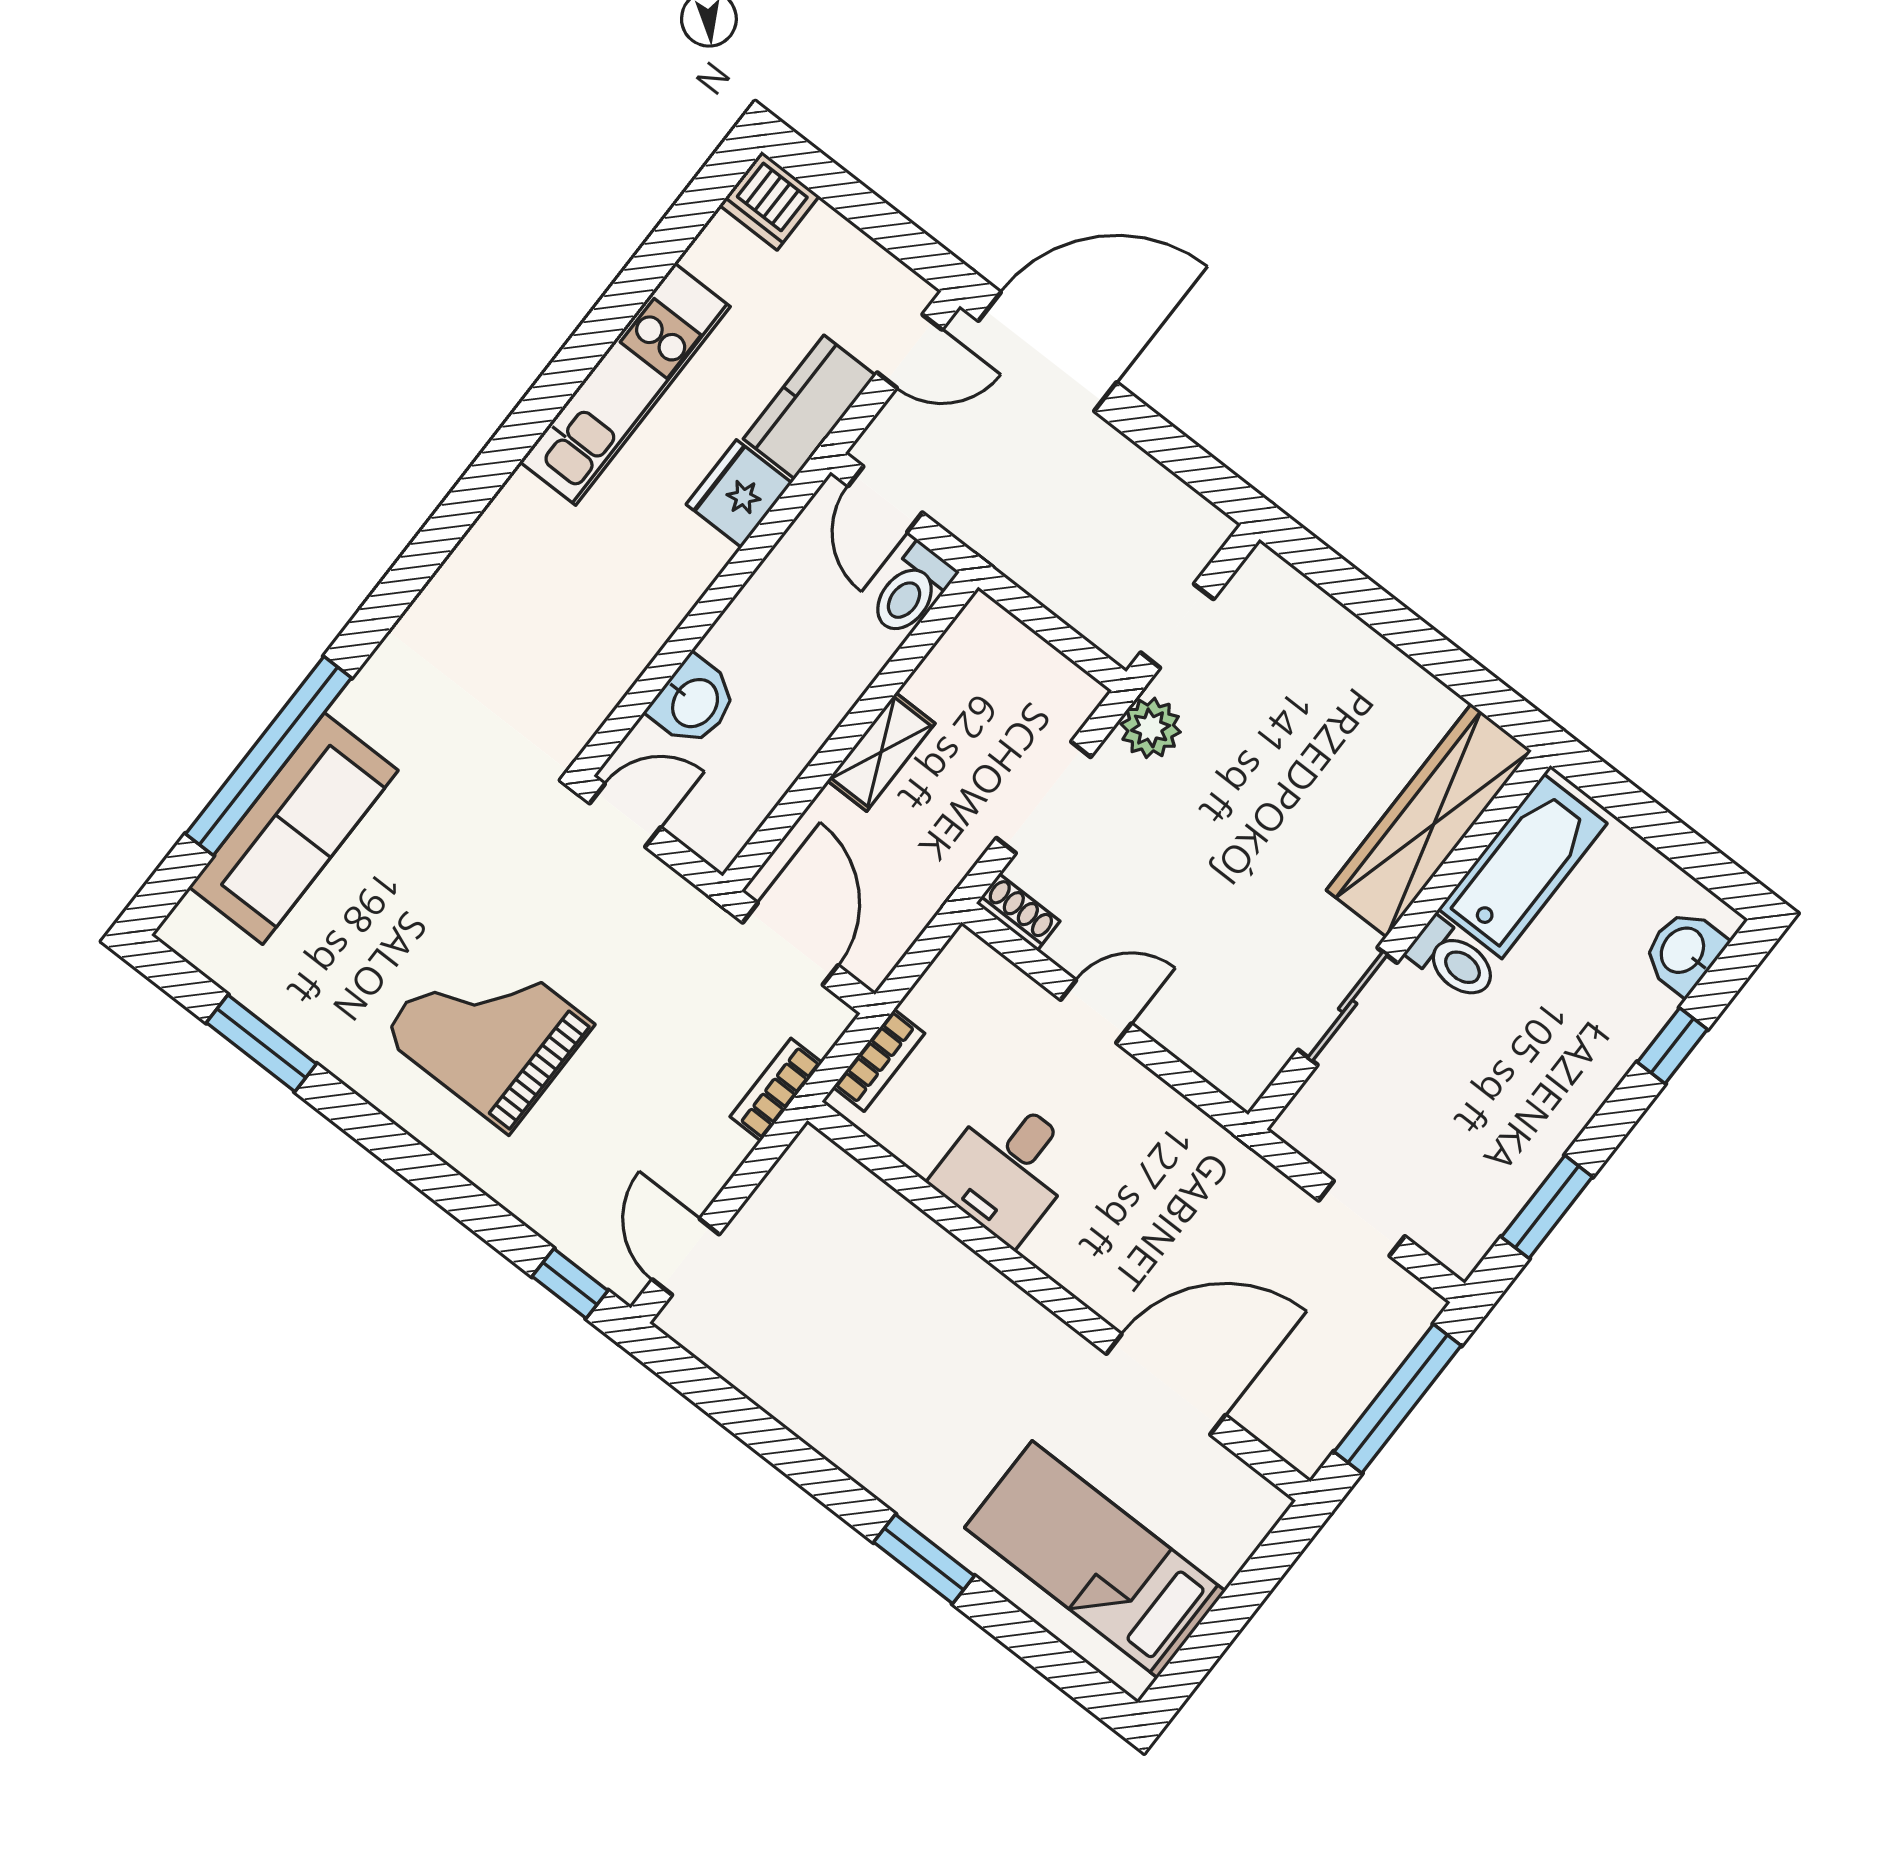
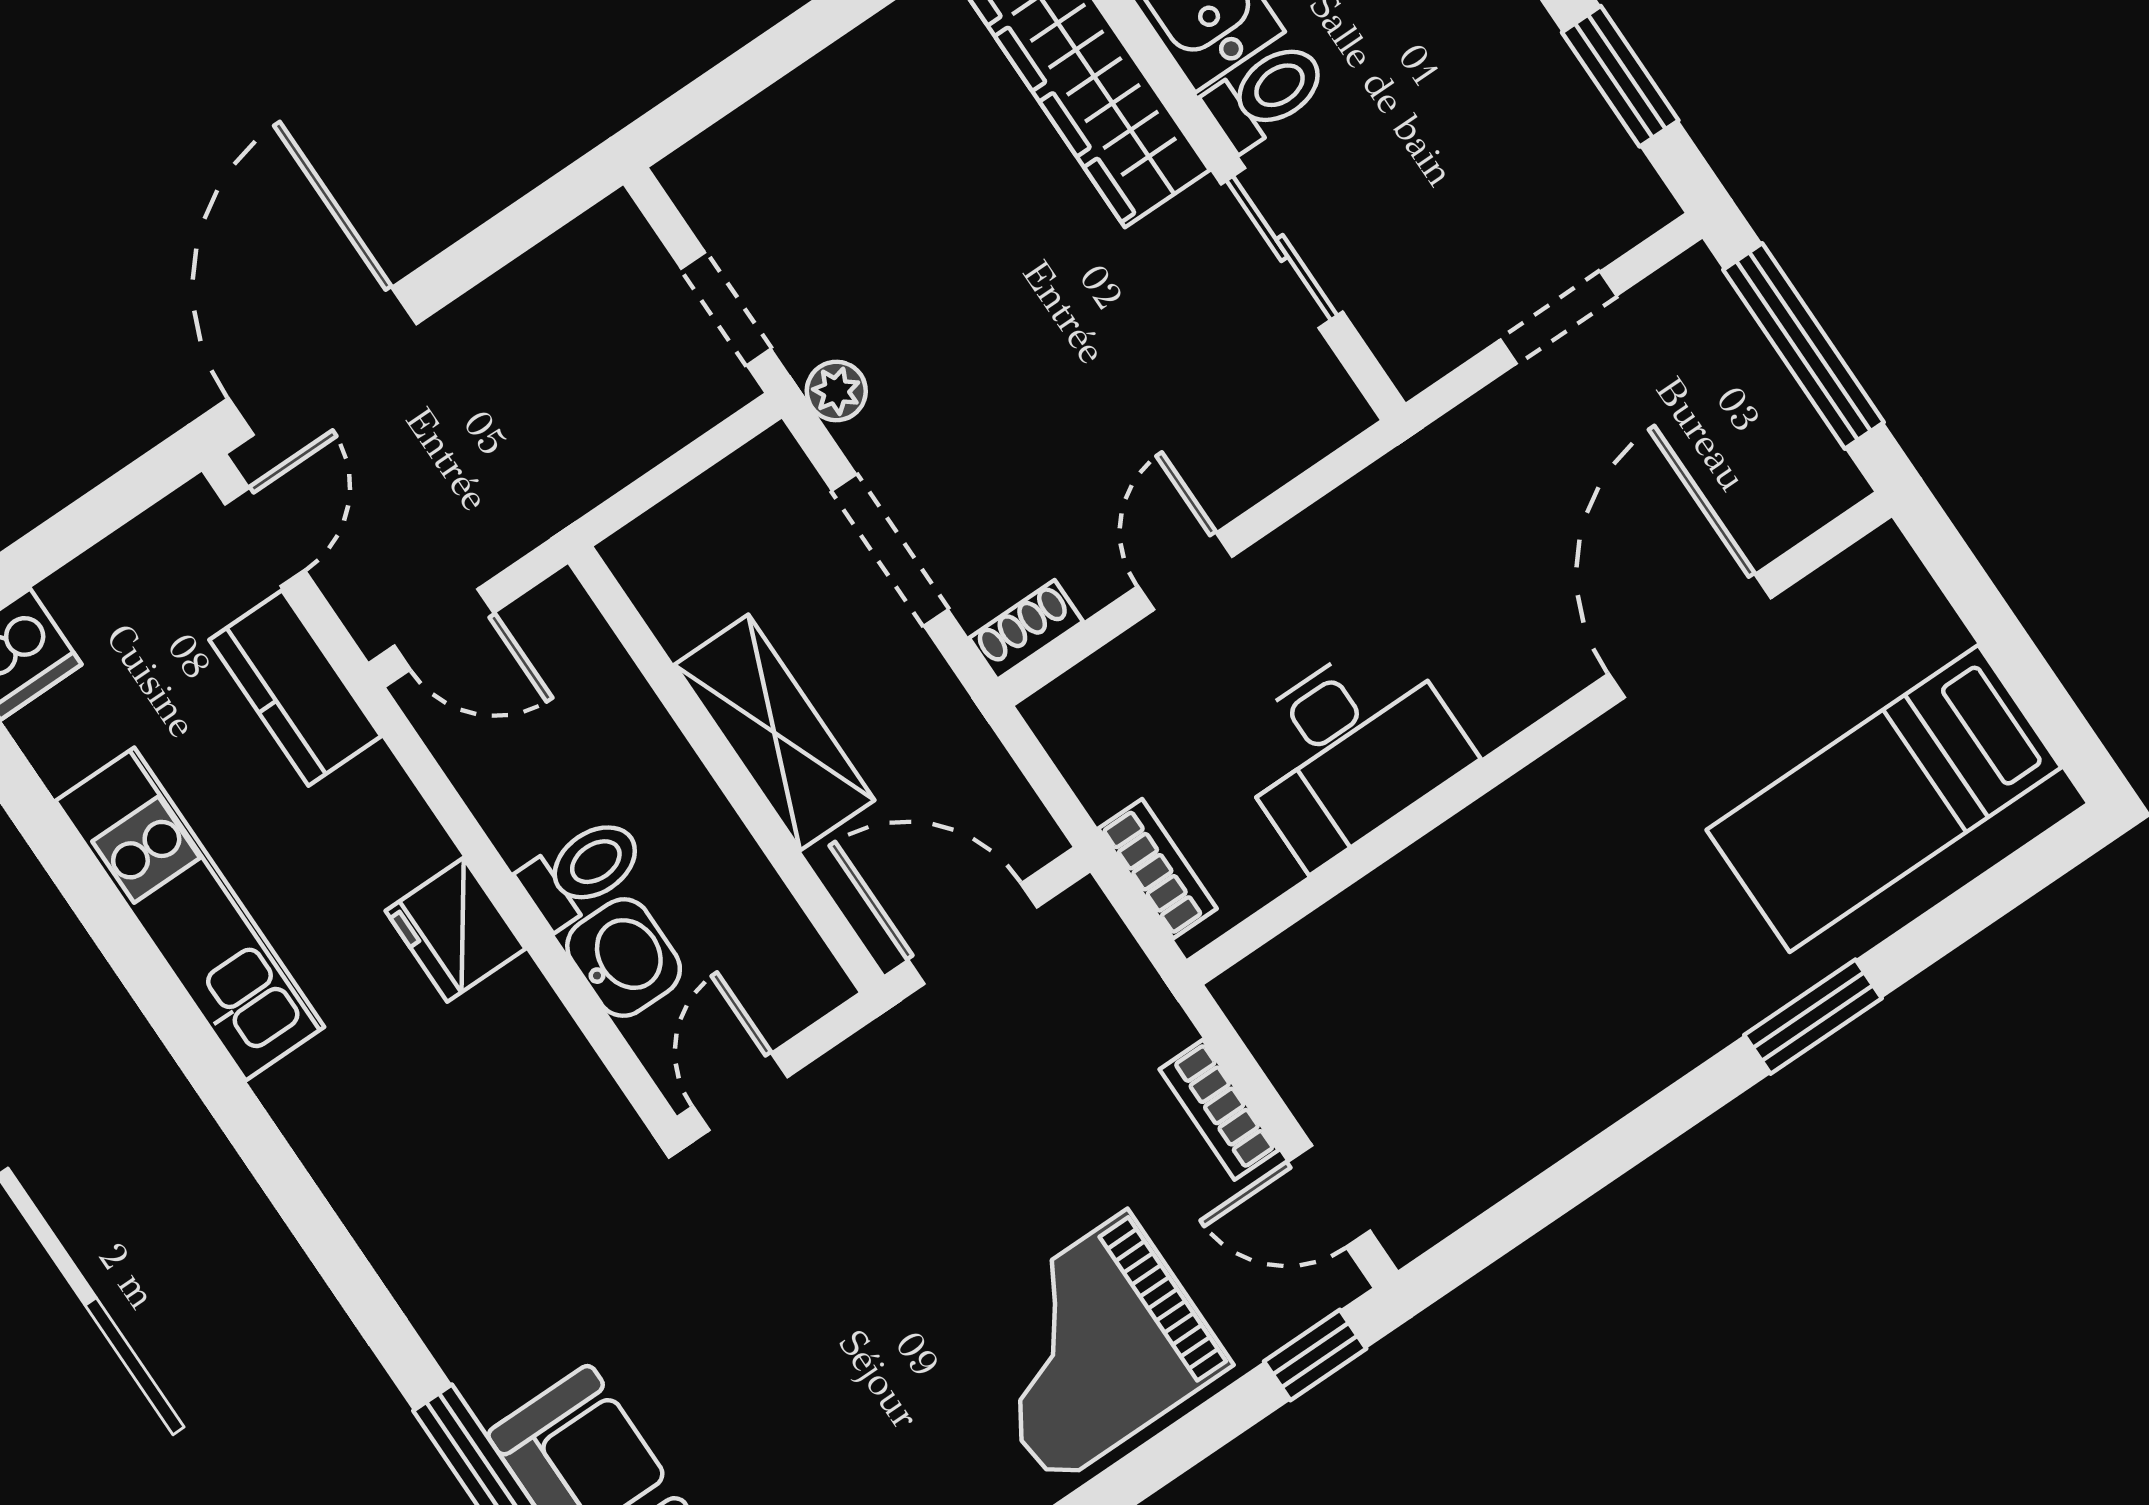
fridge: (739, 494) -> (455, 930), moved
toilet: (912, 590) -> (582, 871), moved, turned -90
plant: (1151, 728) -> (836, 391), width x0.73, depth x0.73
shelving: (881, 752) -> (774, 732), width x1.50, depth x1.33
grand piano: (488, 1030) -> (1091, 1348), moved
bookcase: (776, 1090) -> (1219, 1110), moved
desk: (1007, 1169) -> (1349, 750), width x1.37

